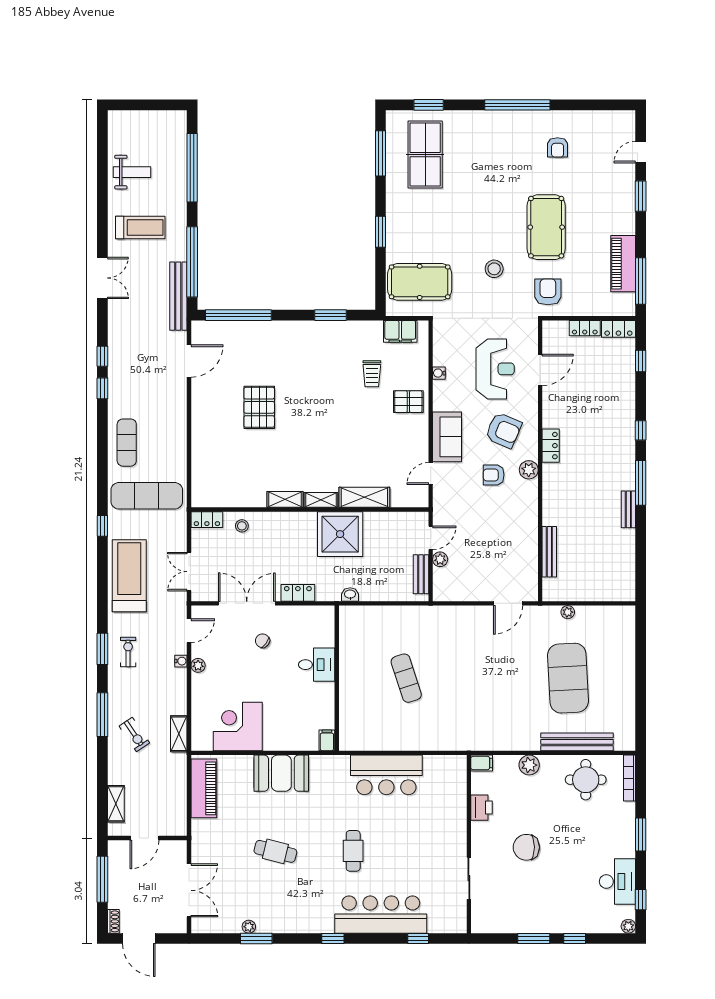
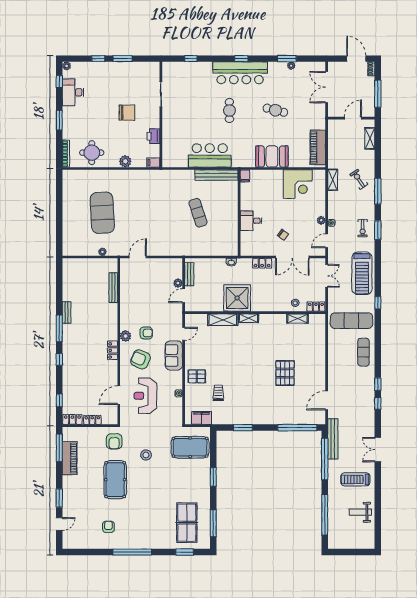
shelving: (285, 499) -> (298, 319), moved
bench: (577, 742) -> (216, 175), moved
bar counter: (381, 915) -> (240, 73), moved

